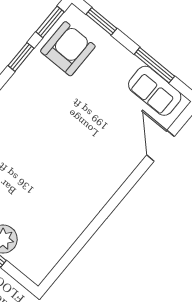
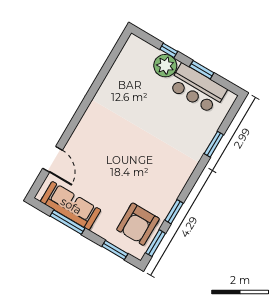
sofa: (155, 91) -> (71, 206), width x1.36

